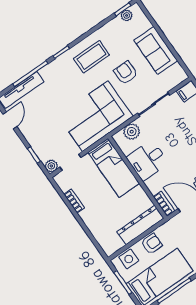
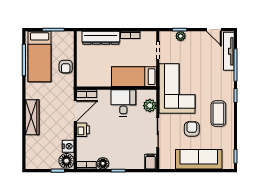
plant: (127, 15) -> (230, 156), removed
sofa: (156, 50) -> (199, 159), width x1.36
armchair: (126, 73) -> (192, 129), turned -90
plant: (51, 166) -> (181, 36), moved
dresser: (140, 225) -> (101, 38), moved, turned 90
side table: (129, 259) -> (66, 44), removed

